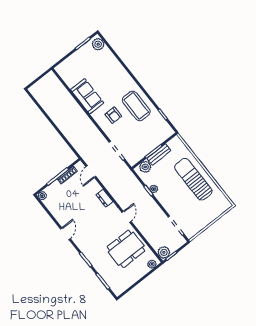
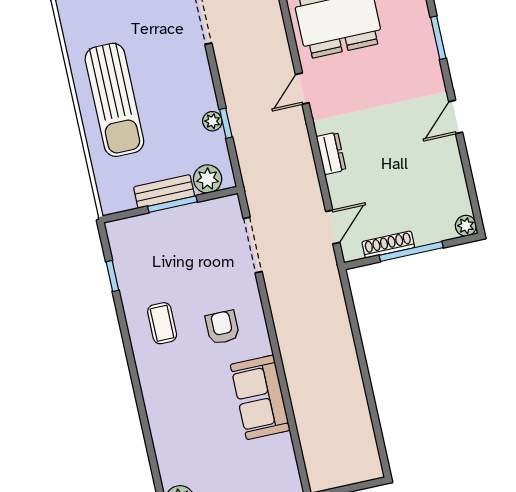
coffee table: (136, 106) -> (162, 323), width x0.54, depth x0.58

